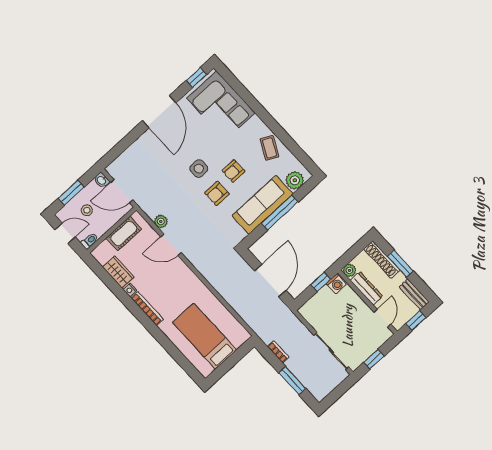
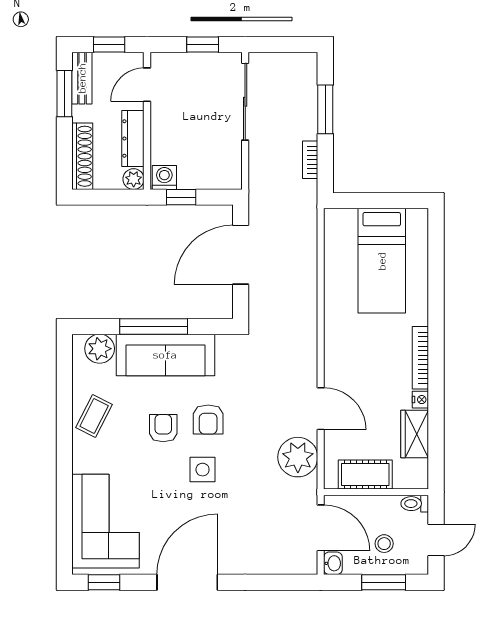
armchair: (233, 171) -> (163, 428), turned -90
armchair: (217, 193) -> (208, 419), turned 90
plant: (161, 221) -> (298, 457), width x1.88, depth x1.88
door: (65, 233) -> (436, 540), swing flipped
window: (400, 264) -> (64, 94), moved

